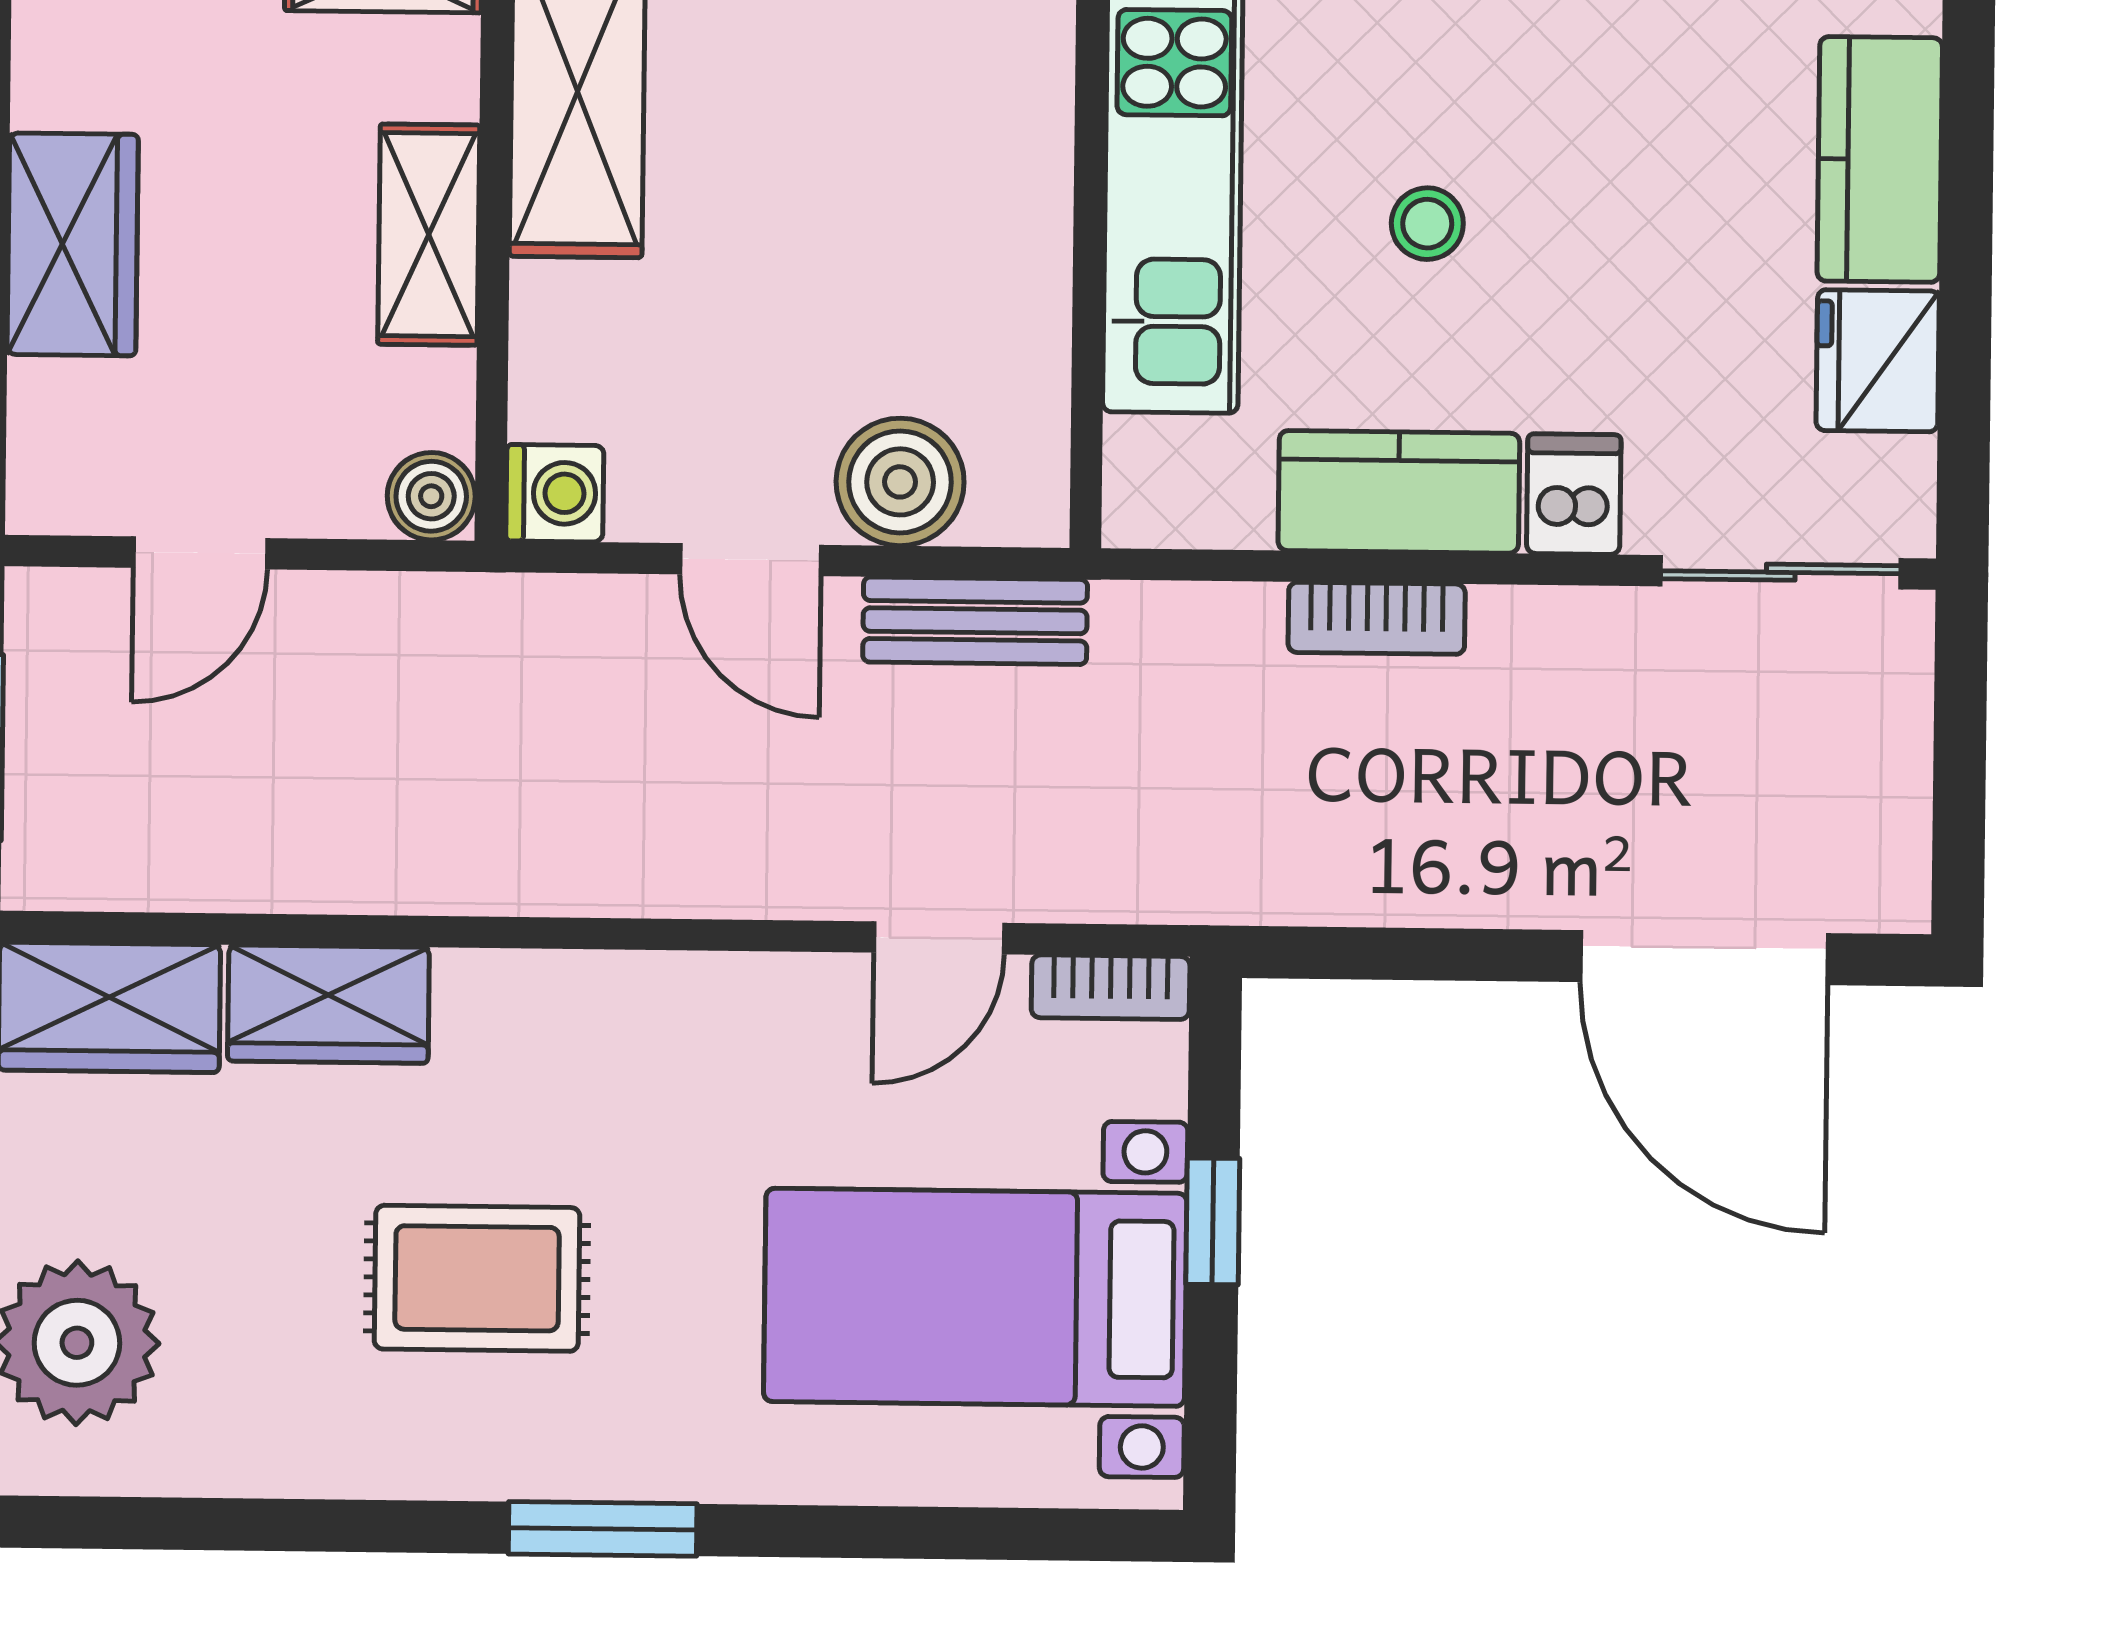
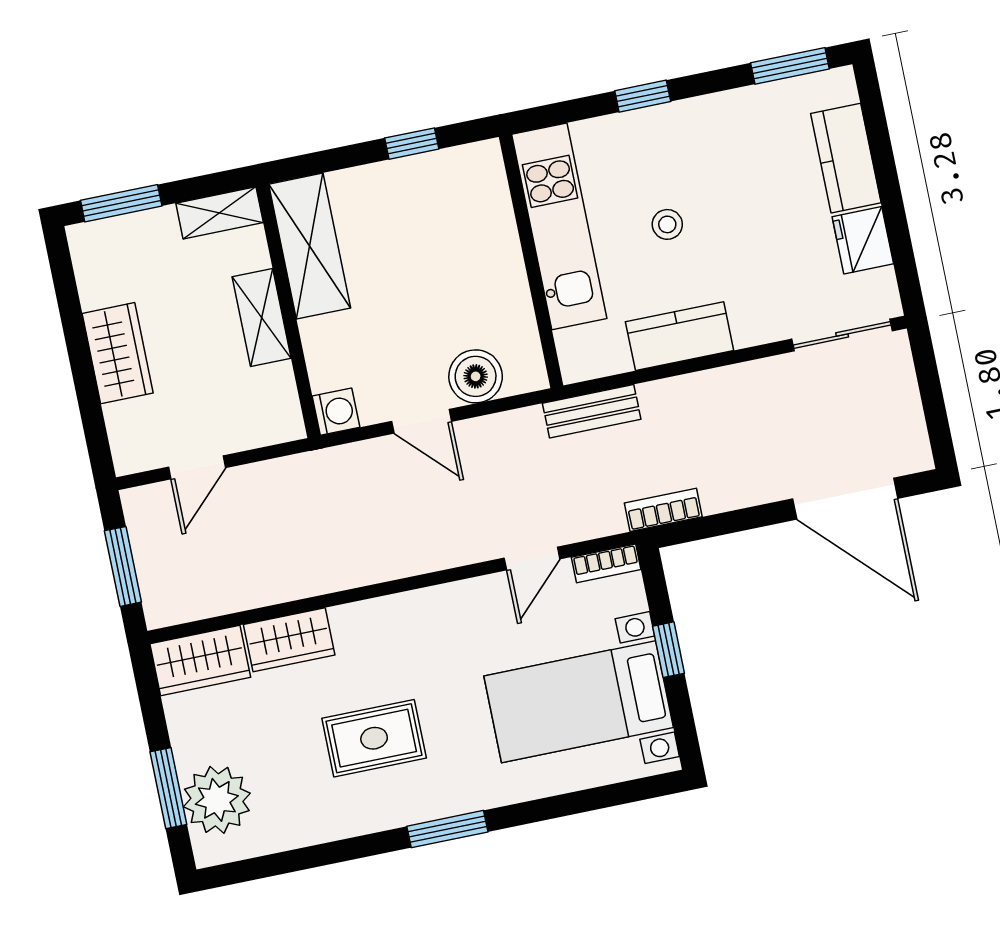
dishwasher: (1574, 494) -> (751, 322), removed
boiler: (431, 496) -> (286, 424), removed
bookcase: (1377, 618) -> (663, 510), moved, turned 180
bench: (975, 621) -> (592, 411), moved

